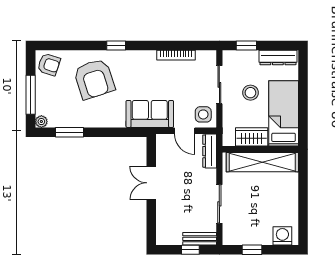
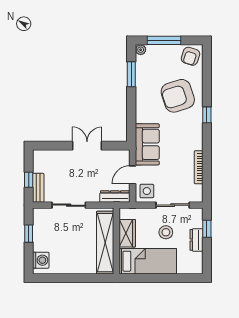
dresser: (278, 58) -> (196, 240), moved, width x0.70

